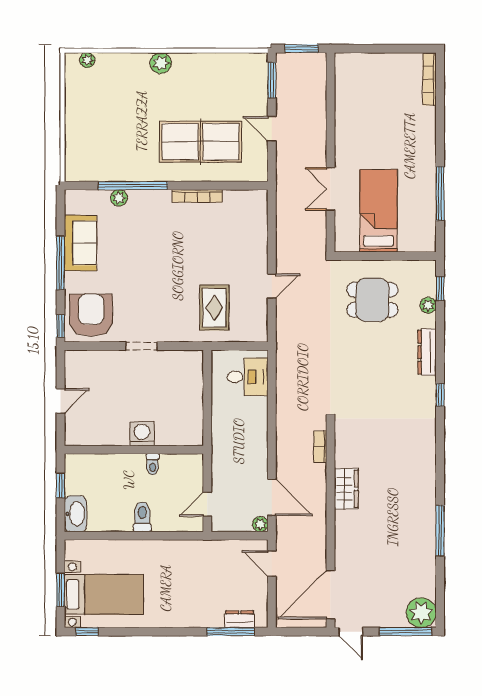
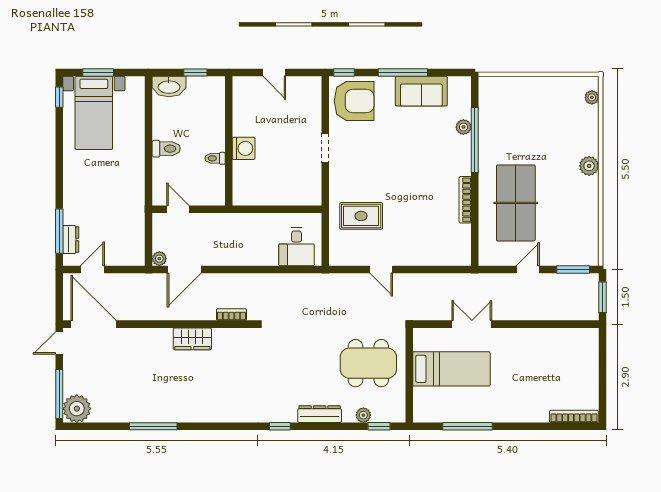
dining table: (372, 300) -> (368, 363), width x1.38
door: (272, 564) -> (92, 269), moved

